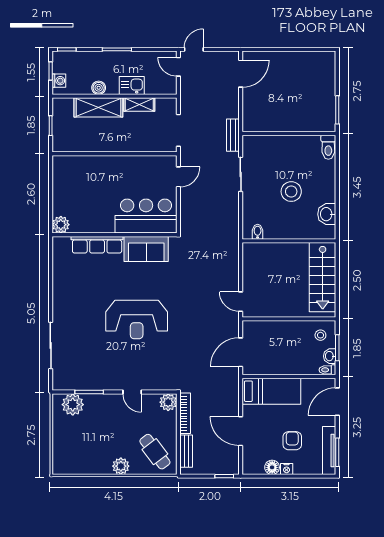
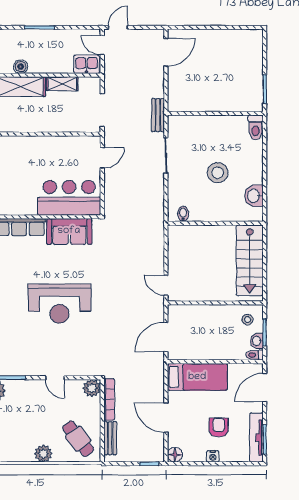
kitchen sink: (132, 85) -> (87, 64), moved
floor lamp: (272, 467) -> (175, 455), moved

